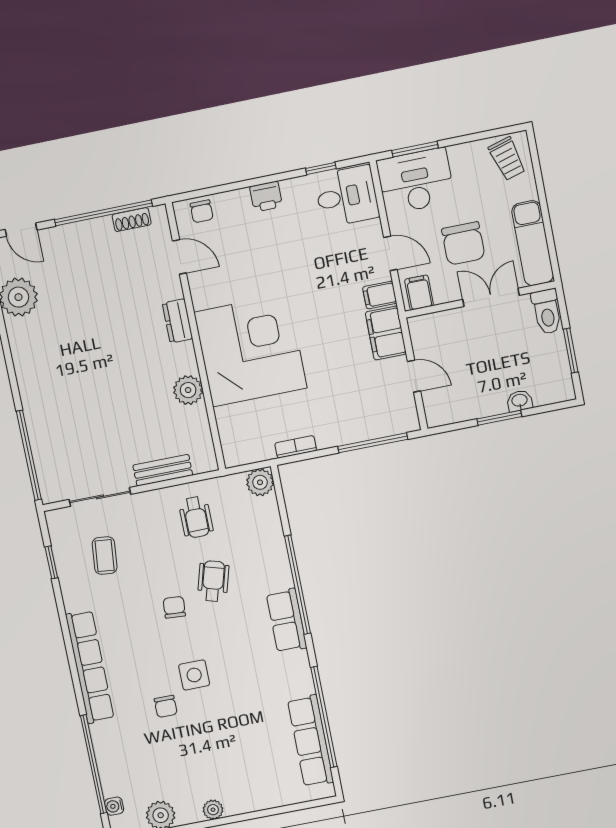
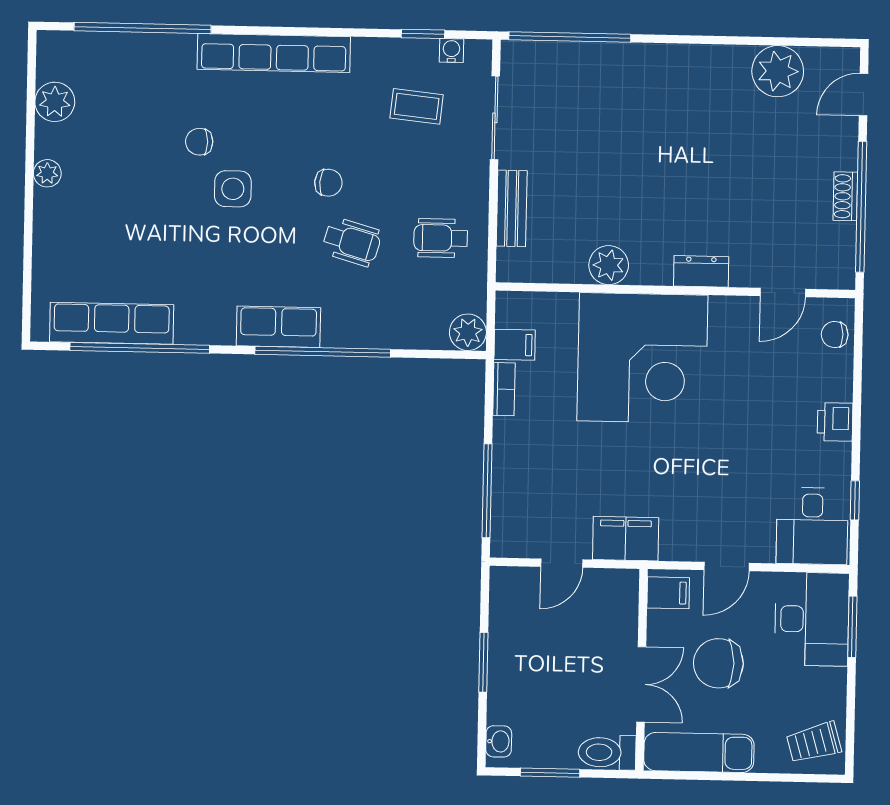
shoe rack: (132, 220) -> (845, 196), moved
filing cabinet: (380, 295) -> (515, 345), moved, turned 90
washbasin: (520, 401) -> (499, 741), moved
water cooler: (114, 806) -> (451, 50), moved

